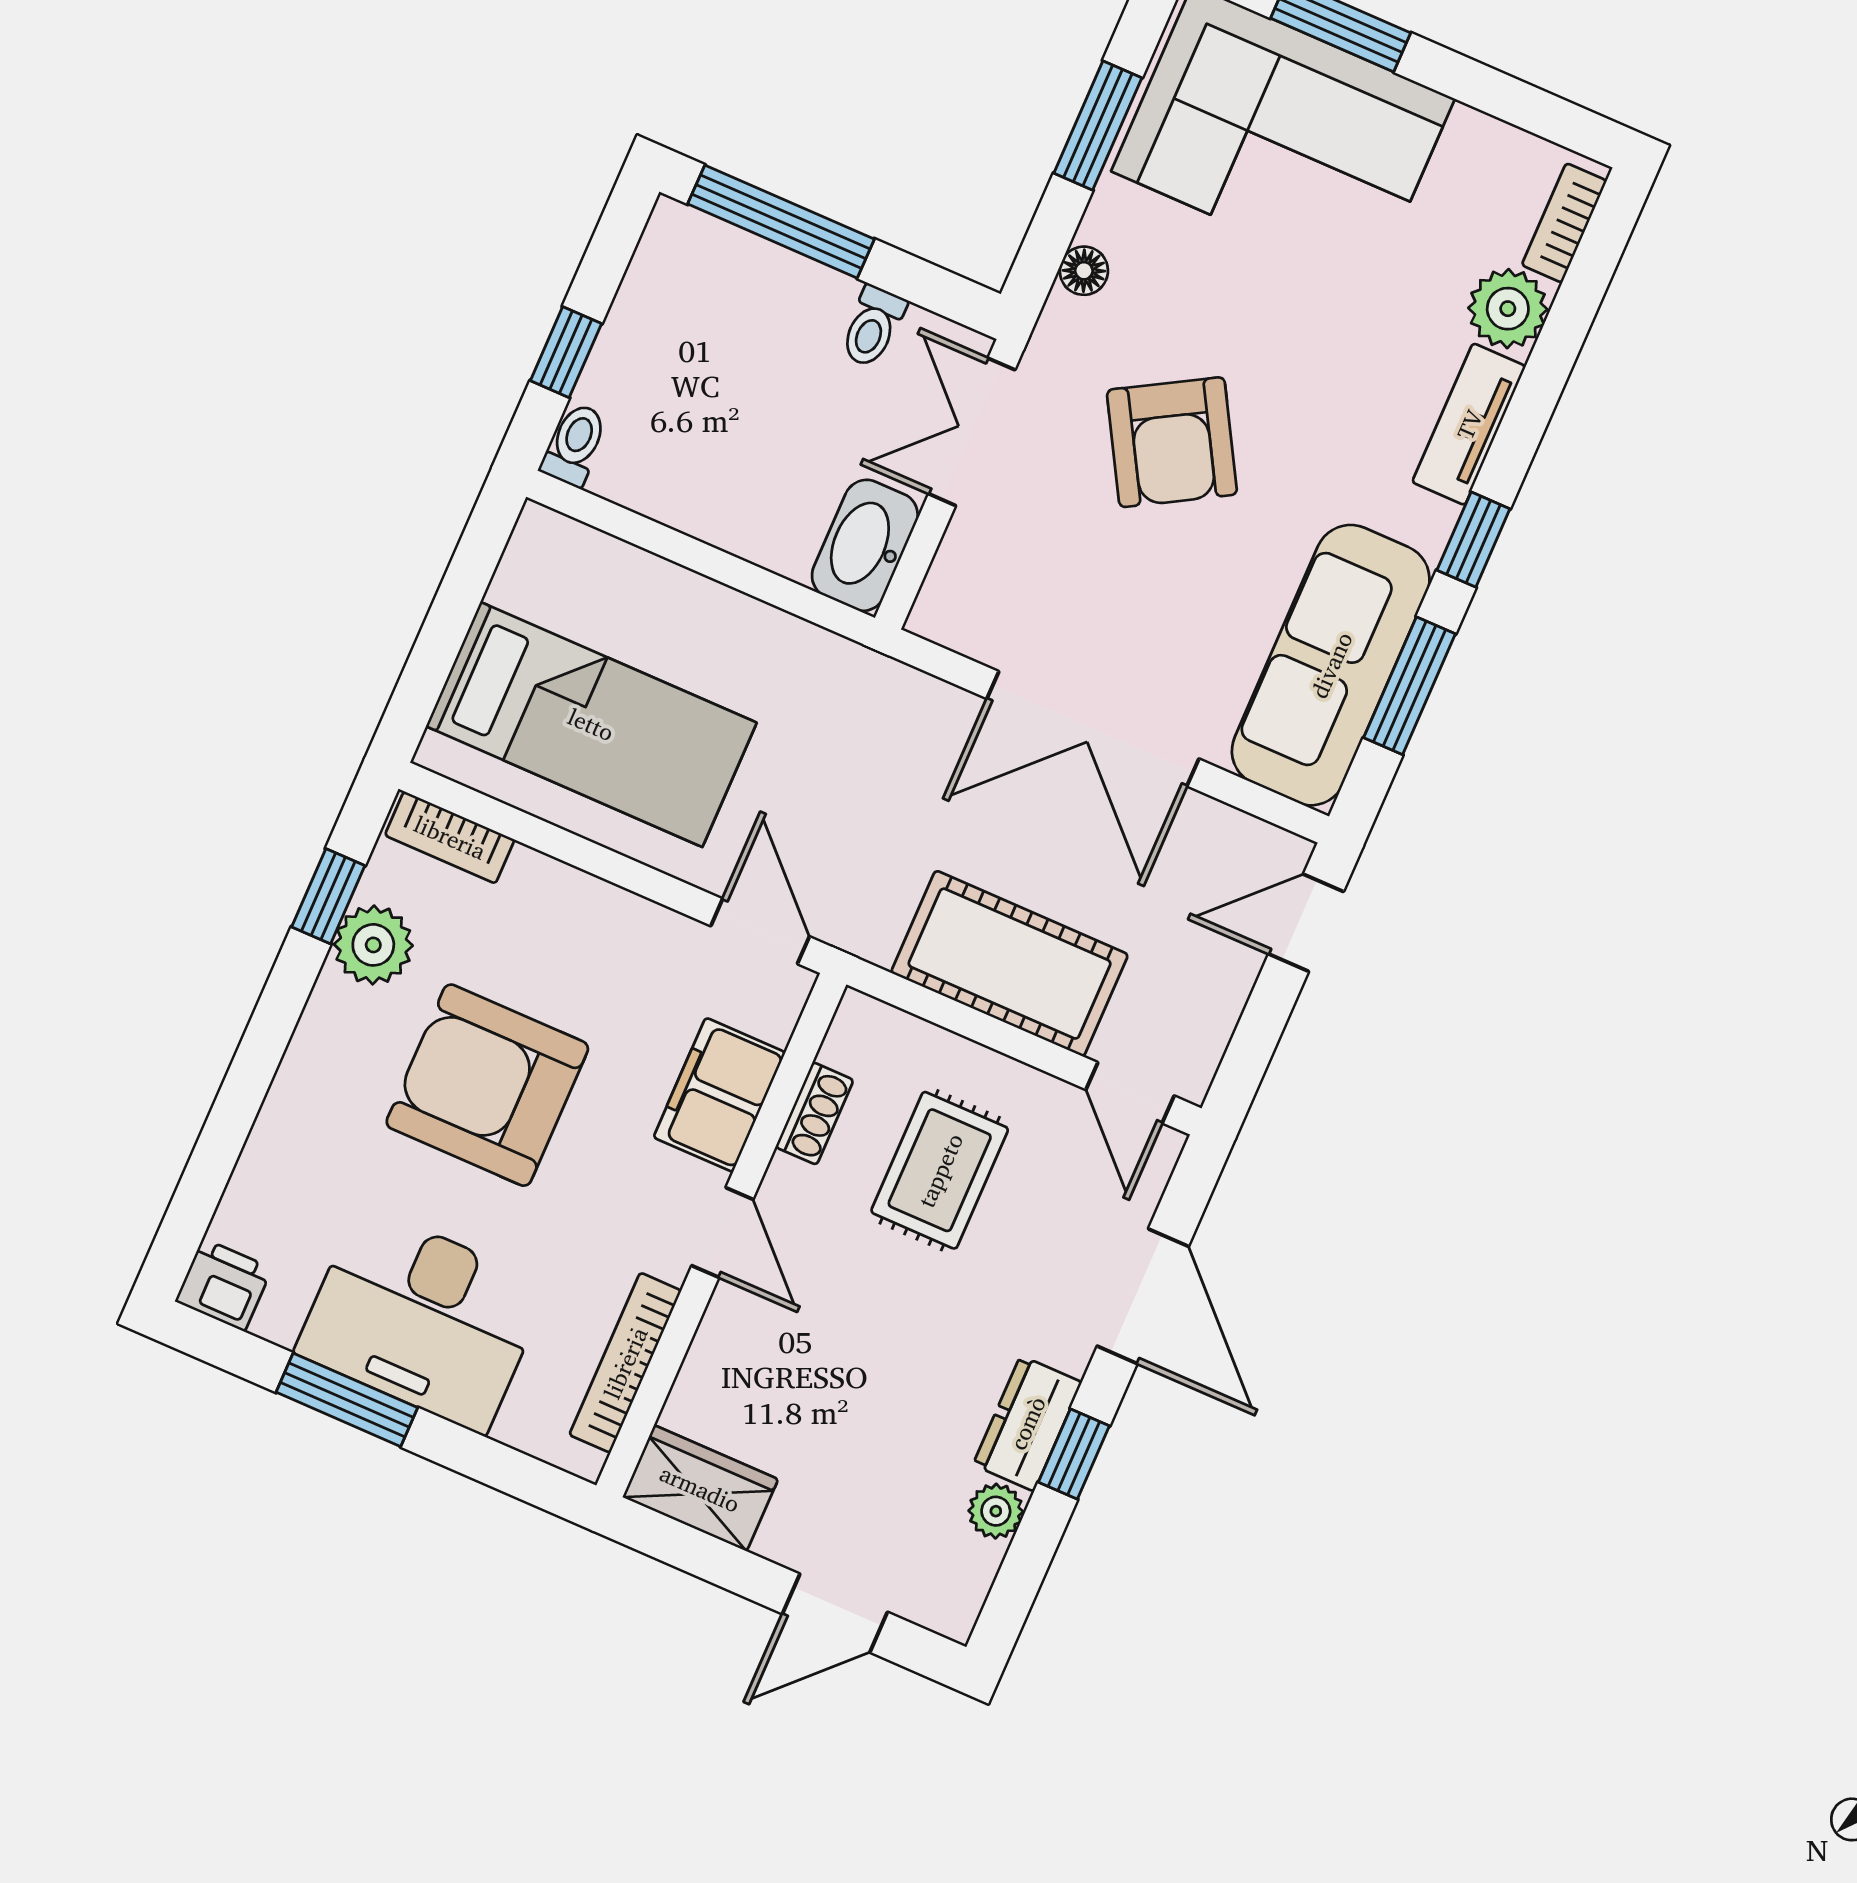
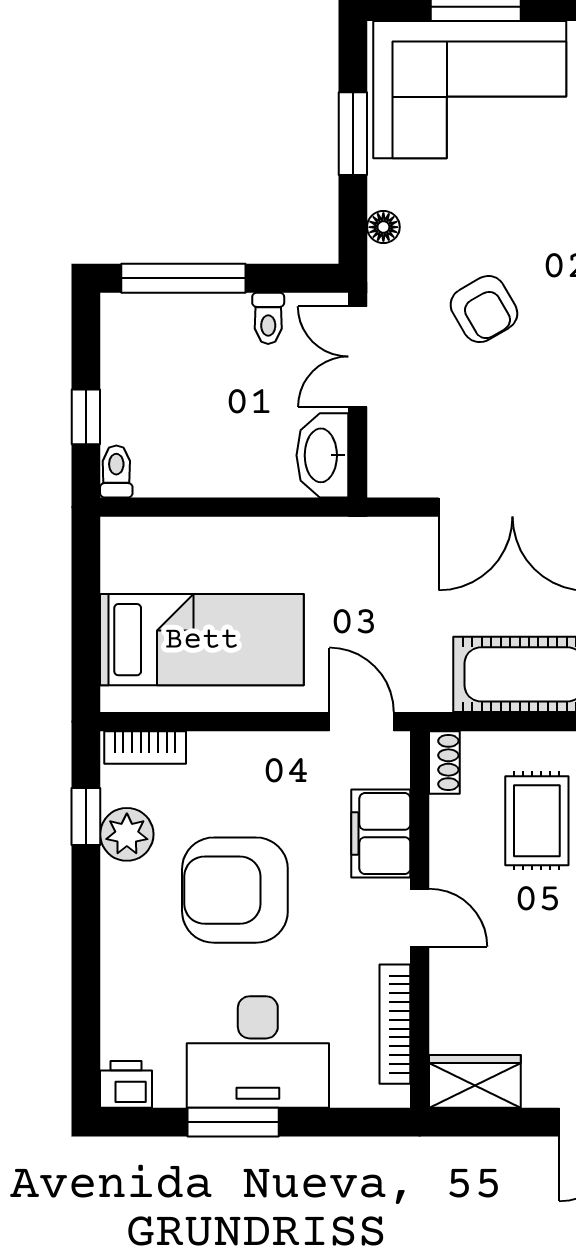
armchair: (1172, 442) -> (484, 309), width x0.72, depth x0.72
shoe rack: (814, 1113) -> (444, 763), moved

